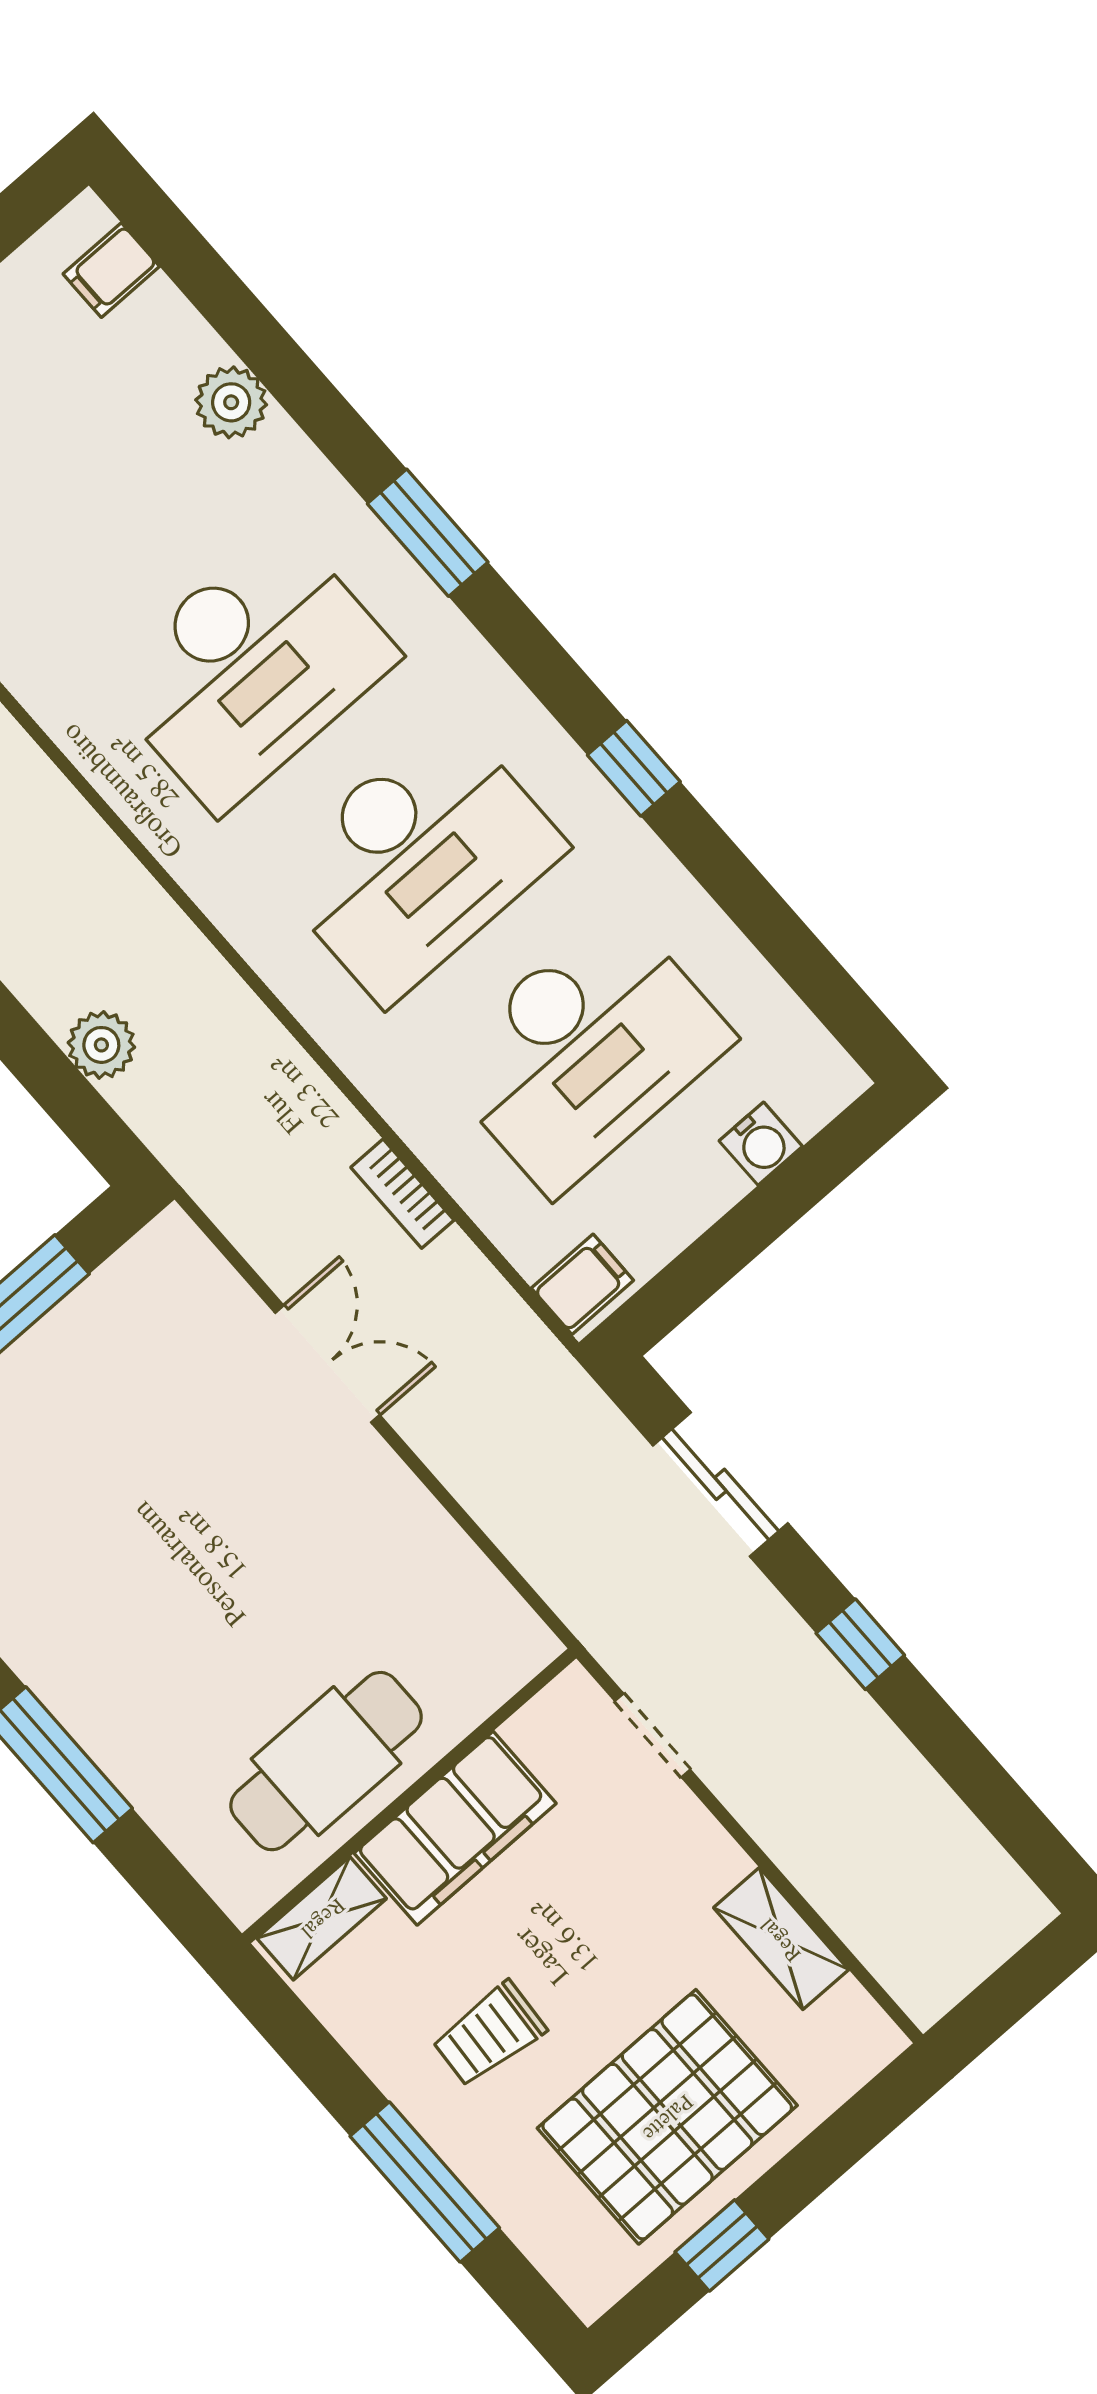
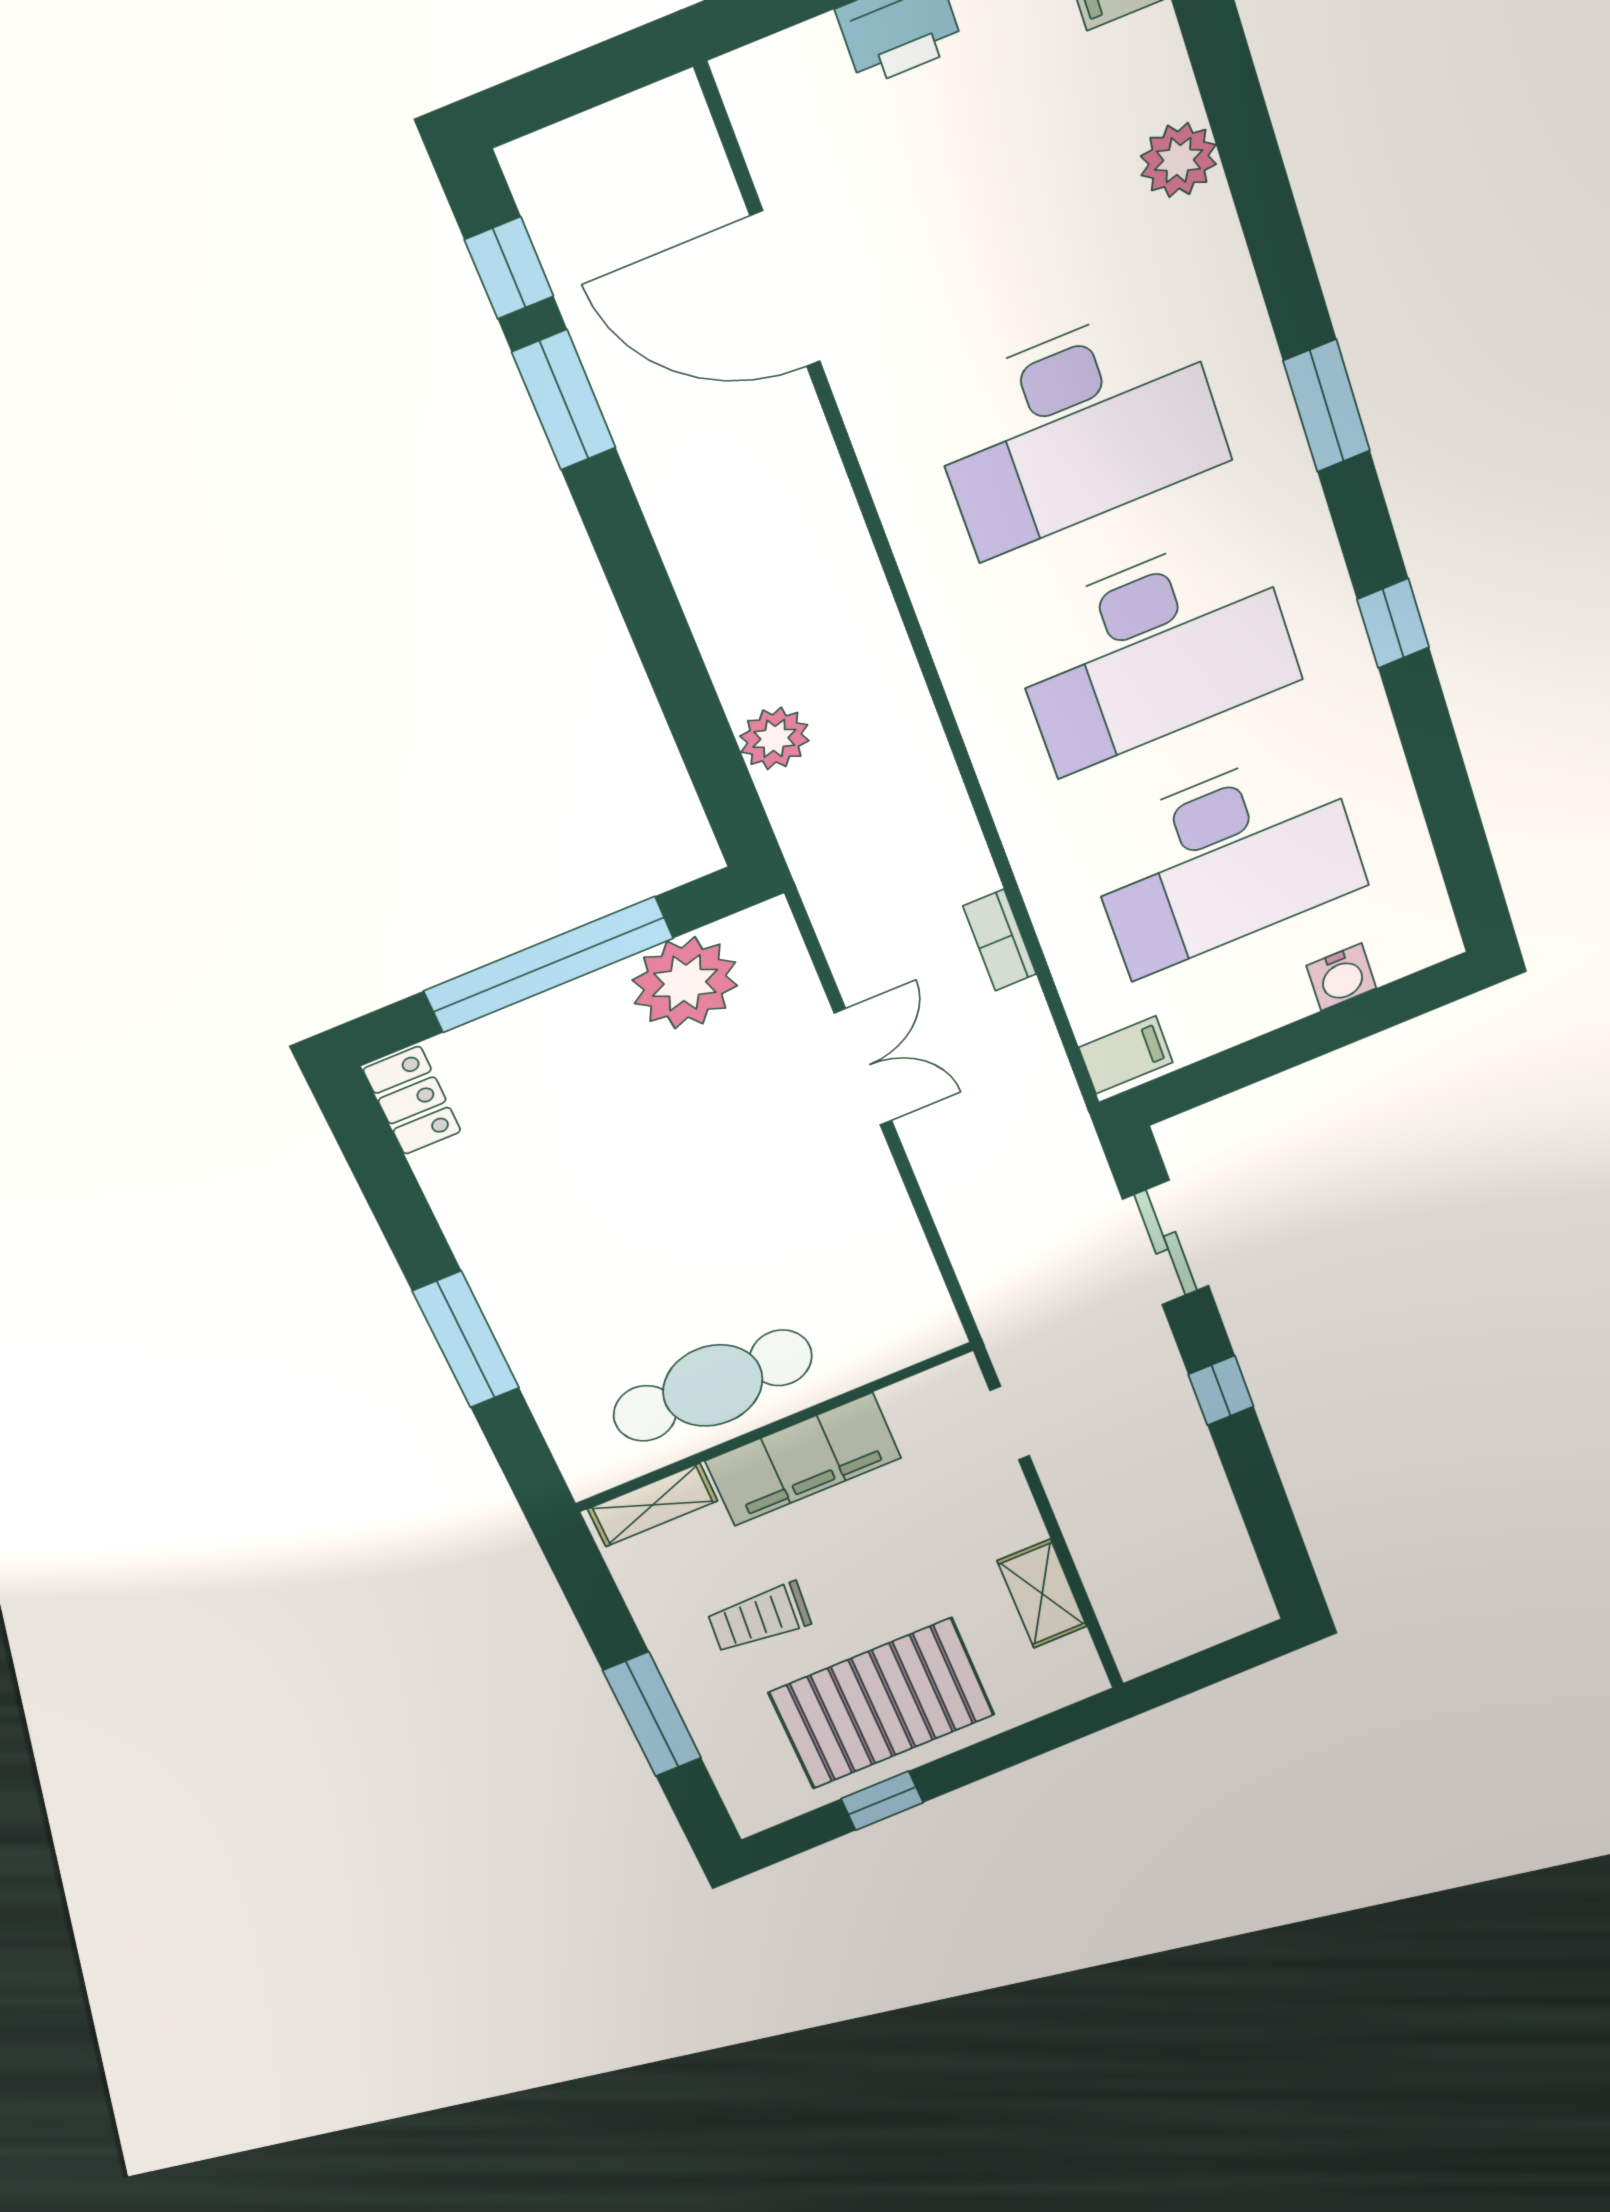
window: (428, 533) -> (1327, 406), moved
plant: (119, 1318) -> (685, 983), added

